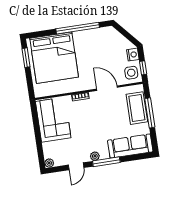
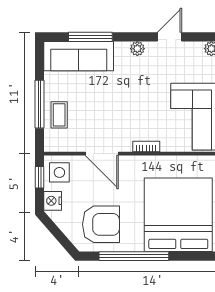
armchair: (101, 45) -> (101, 224), added
coffee table: (137, 108) -> (59, 115), width x0.54, depth x0.58
window: (106, 162) -> (90, 37), moved

